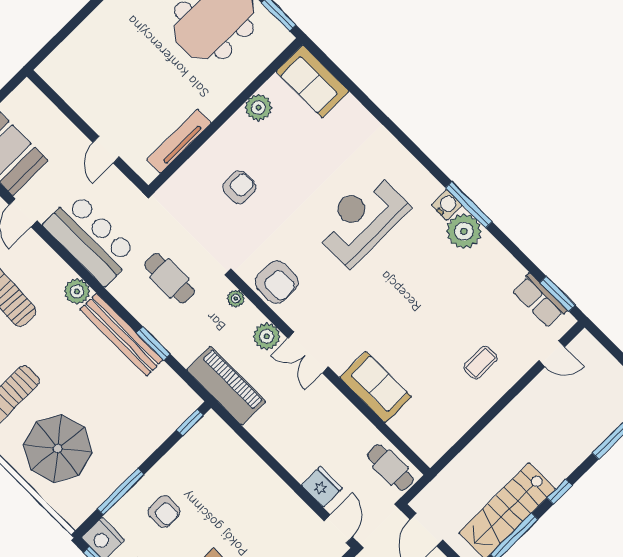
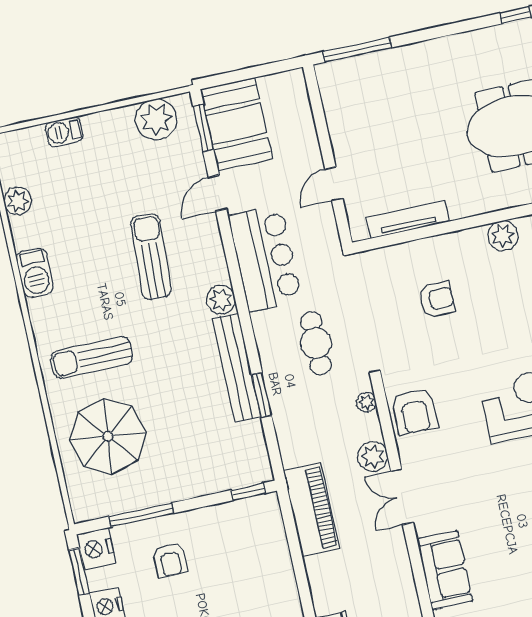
window: (59, 38) -> (357, 50), added
piano: (226, 386) -> (311, 510), moved

